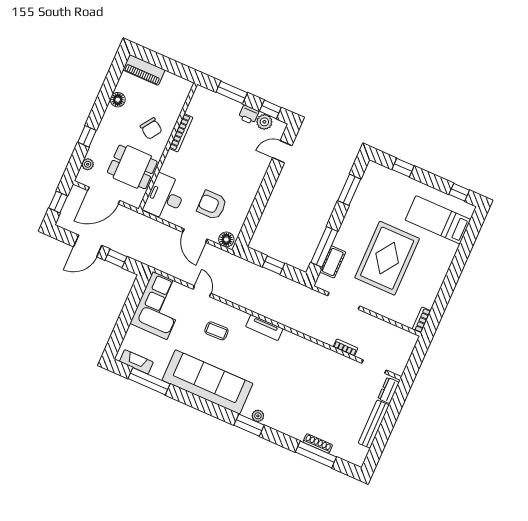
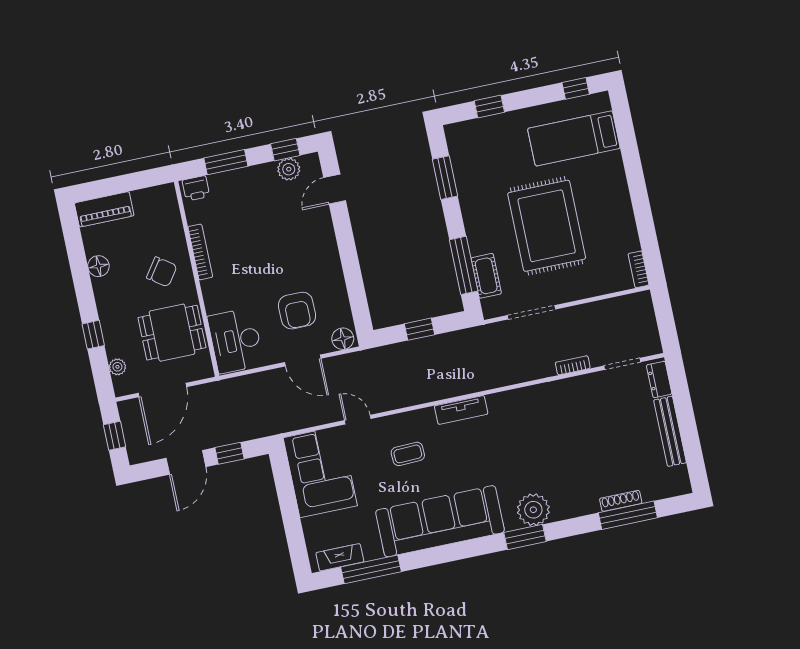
printer: (249, 115) -> (196, 188), moved
armchair: (212, 205) -> (297, 311), turned -90
plant: (258, 416) -> (533, 510), width x1.88, depth x1.88

